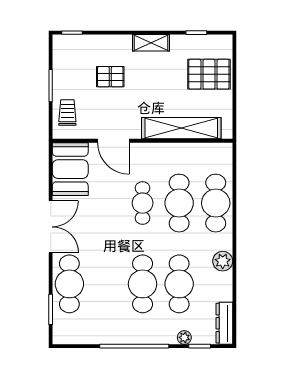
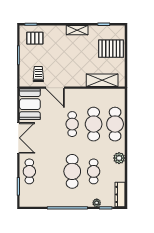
pallet: (110, 77) -> (35, 38), moved
trolley: (67, 112) -> (38, 74), moved
shelving: (181, 128) -> (102, 80), width x0.68
cafe table: (69, 284) -> (29, 171), width x0.73, depth x0.74
cafe table: (179, 284) -> (94, 171), width x0.73, depth x0.74

